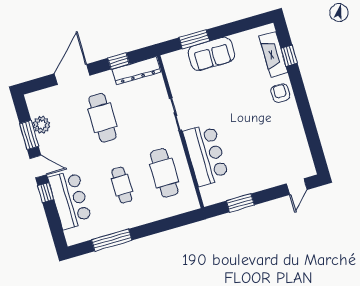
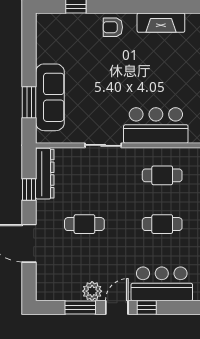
sofa: (211, 54) -> (50, 97), width x1.36
fireplace: (273, 54) -> (161, 23), moved
cafe table: (102, 118) -> (84, 224), width x0.73, depth x0.74
plant: (42, 125) -> (92, 291), moved
cafe table: (164, 173) -> (162, 175), width x0.73, depth x0.74

